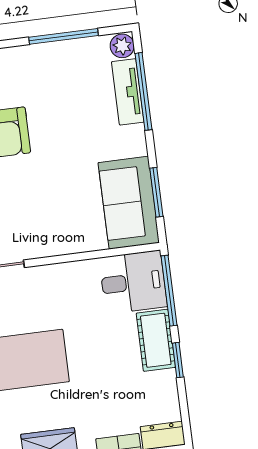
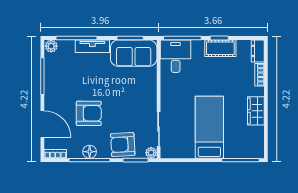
tv unit: (128, 92) -> (92, 46), moved
cot: (156, 340) -> (220, 48), moved

